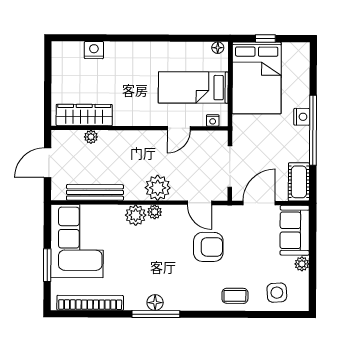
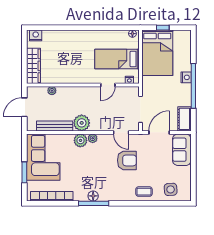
nightstand: (94, 50) -> (36, 35), moved
wardrobe: (84, 115) -> (33, 66), moved, turned 90
plant: (158, 188) -> (82, 123), moved
plant: (302, 264) -> (186, 171), removed

